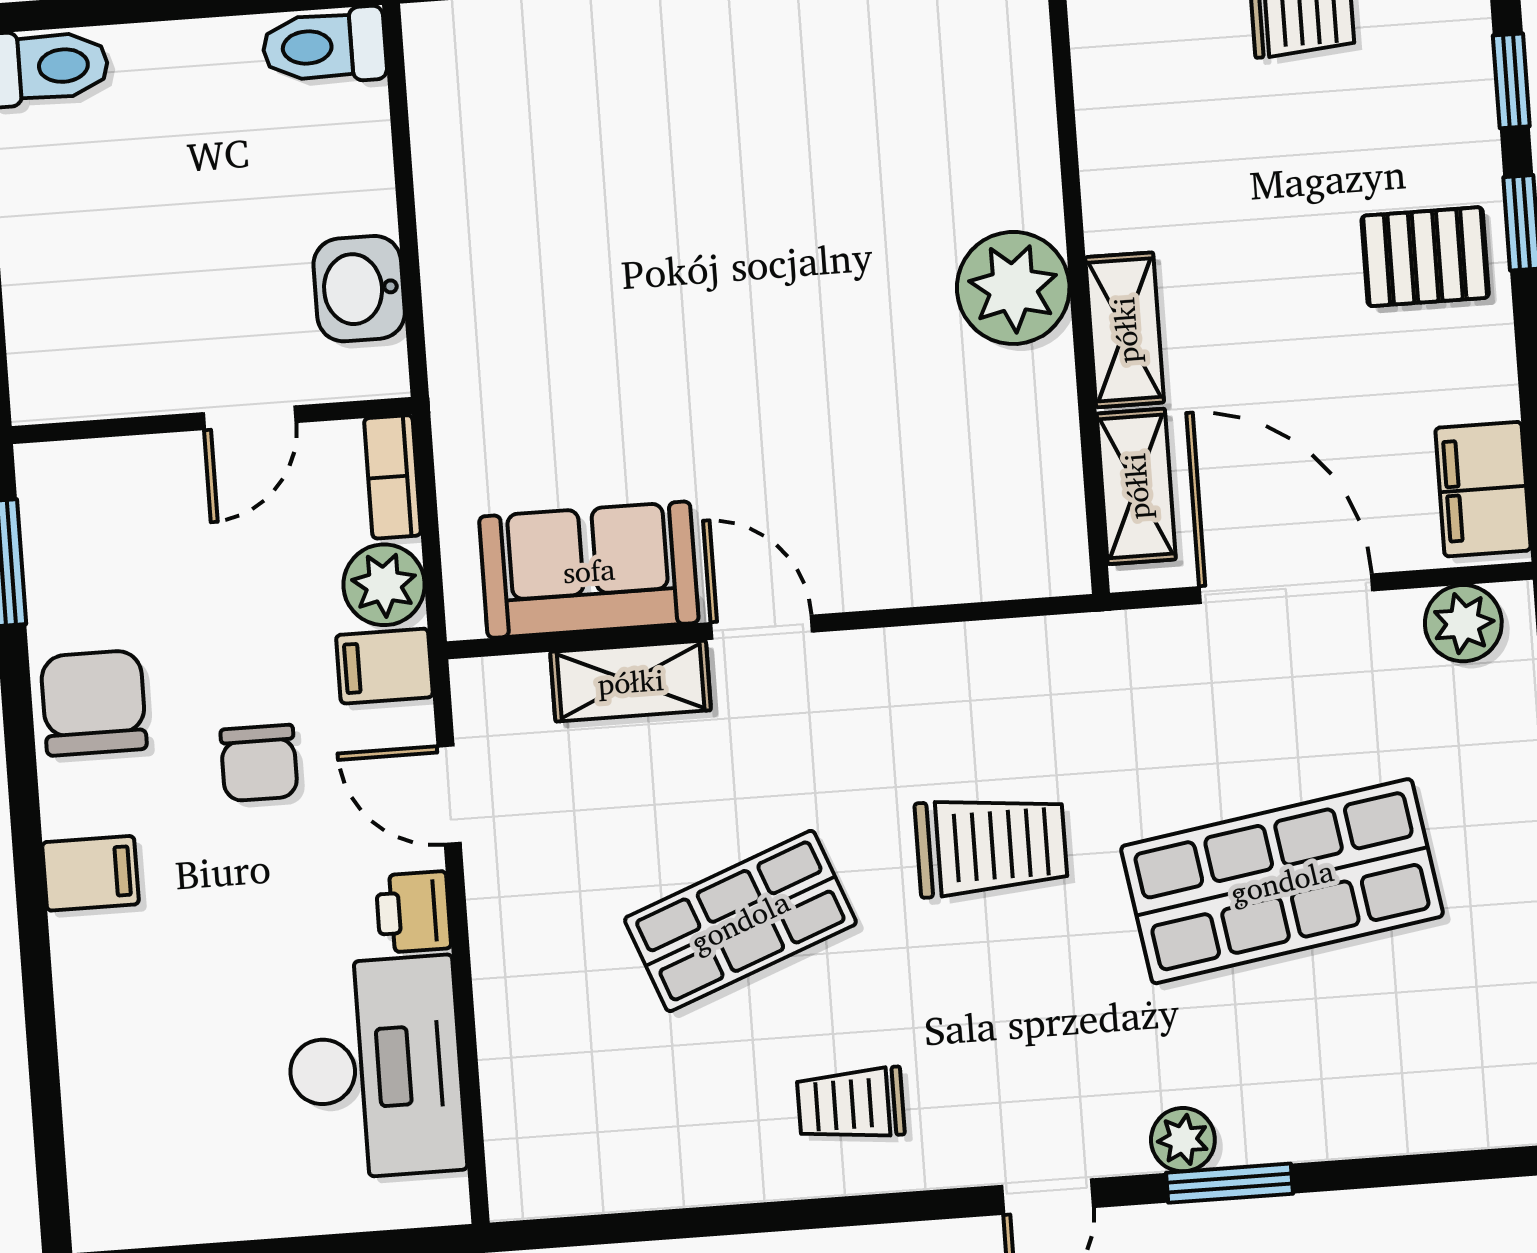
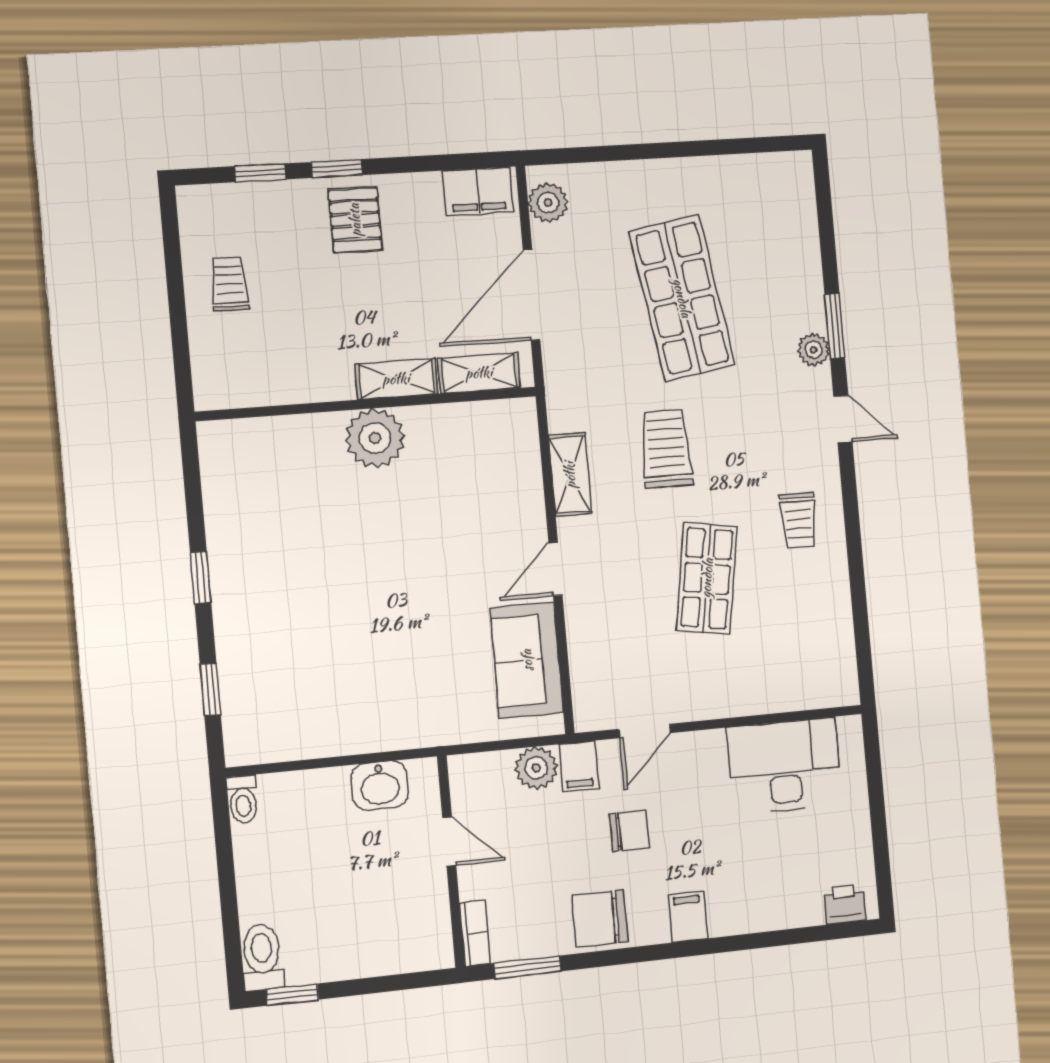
toilet: (324, 46) -> (243, 799), width x0.73, depth x0.72
bookcase: (392, 477) -> (475, 933), moved, turned -90
shelving: (631, 681) -> (570, 475), moved
printer: (413, 912) -> (845, 904), moved, turned 180
shop shelf: (740, 921) -> (707, 578), turned 30

